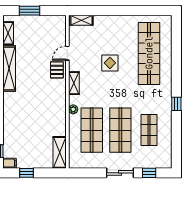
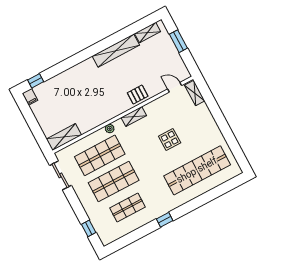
door: (67, 53) -> (175, 87), moved
window: (27, 173) -> (29, 117), removed
sliding door: (120, 173) -> (60, 175), moved

